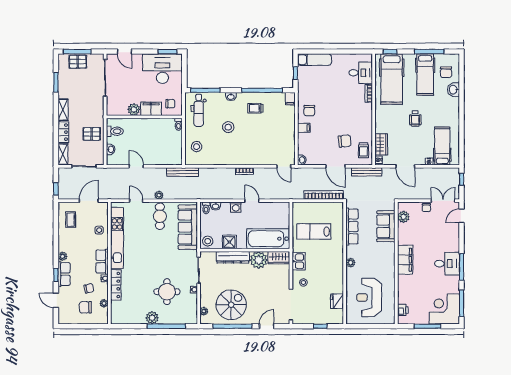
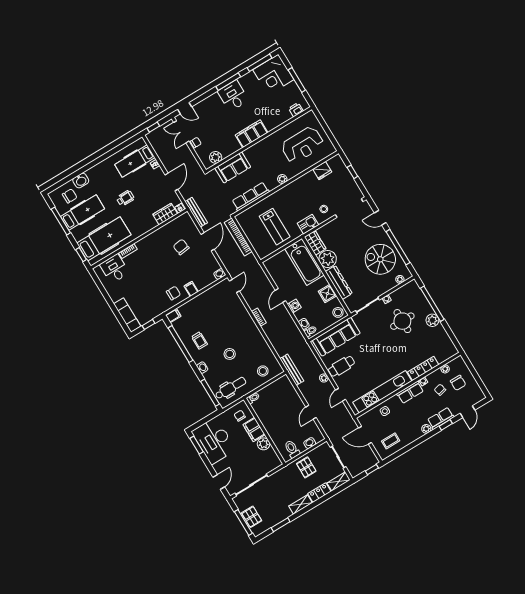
trolley: (364, 150) -> (179, 226), removed

